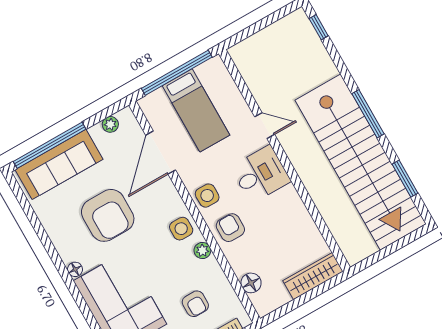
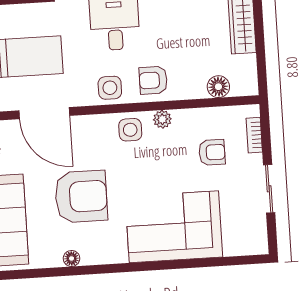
floor lamp: (75, 269) -> (72, 258), moved

